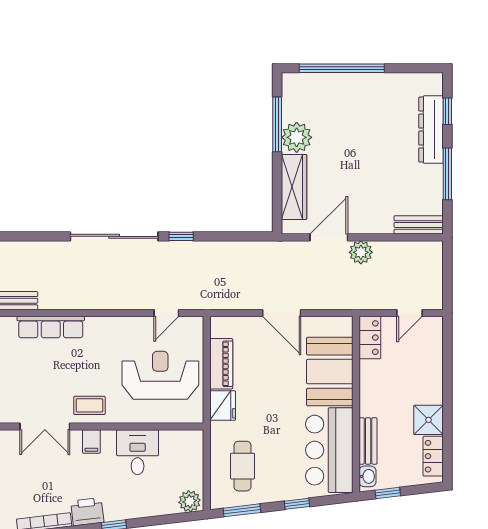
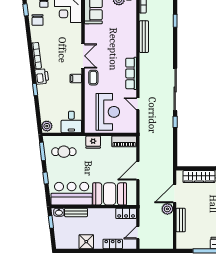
bench: (419, 225) -> (181, 220), moved
door: (329, 237) -> (175, 194), swing flipped
door: (166, 313) -> (138, 104), moved
door: (410, 313) -> (138, 233), hinge flipped
row of seats: (51, 327) -> (131, 73), moved
piano: (221, 364) -> (124, 141), moved
double door: (45, 427) -> (83, 56), swing flipped
desk: (138, 452) -> (71, 122), moved, turned 90
locker: (433, 456) -> (113, 244), moved

